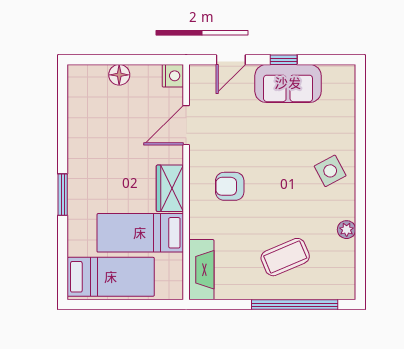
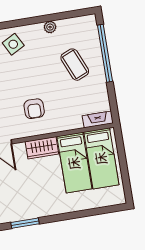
window: (63, 195) -> (25, 223), moved
fireplace: (201, 270) -> (98, 119), width x0.73, depth x0.76
bed: (111, 277) -> (101, 158), moved, turned 180

